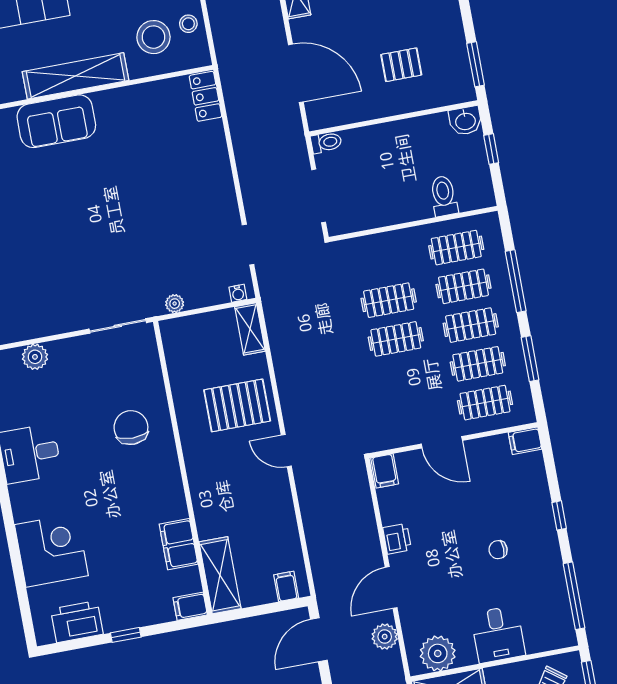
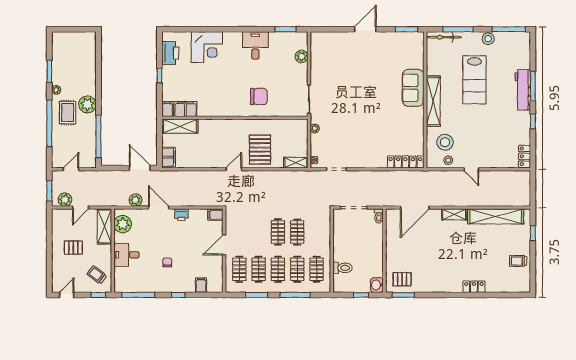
pallet: (401, 65) -> (402, 279), moved, turned 90
locker: (205, 96) -> (405, 162), width x1.53
filing cabinet: (525, 441) -> (201, 285), moved
filing cabinet: (179, 544) -> (185, 109), moved
filing cabinet: (286, 586) -> (169, 157), width x2.00

